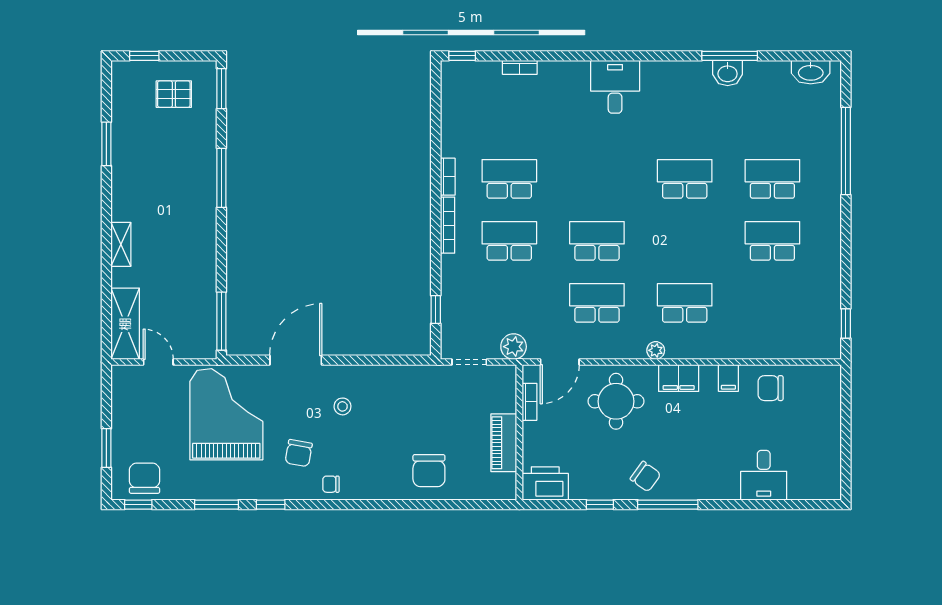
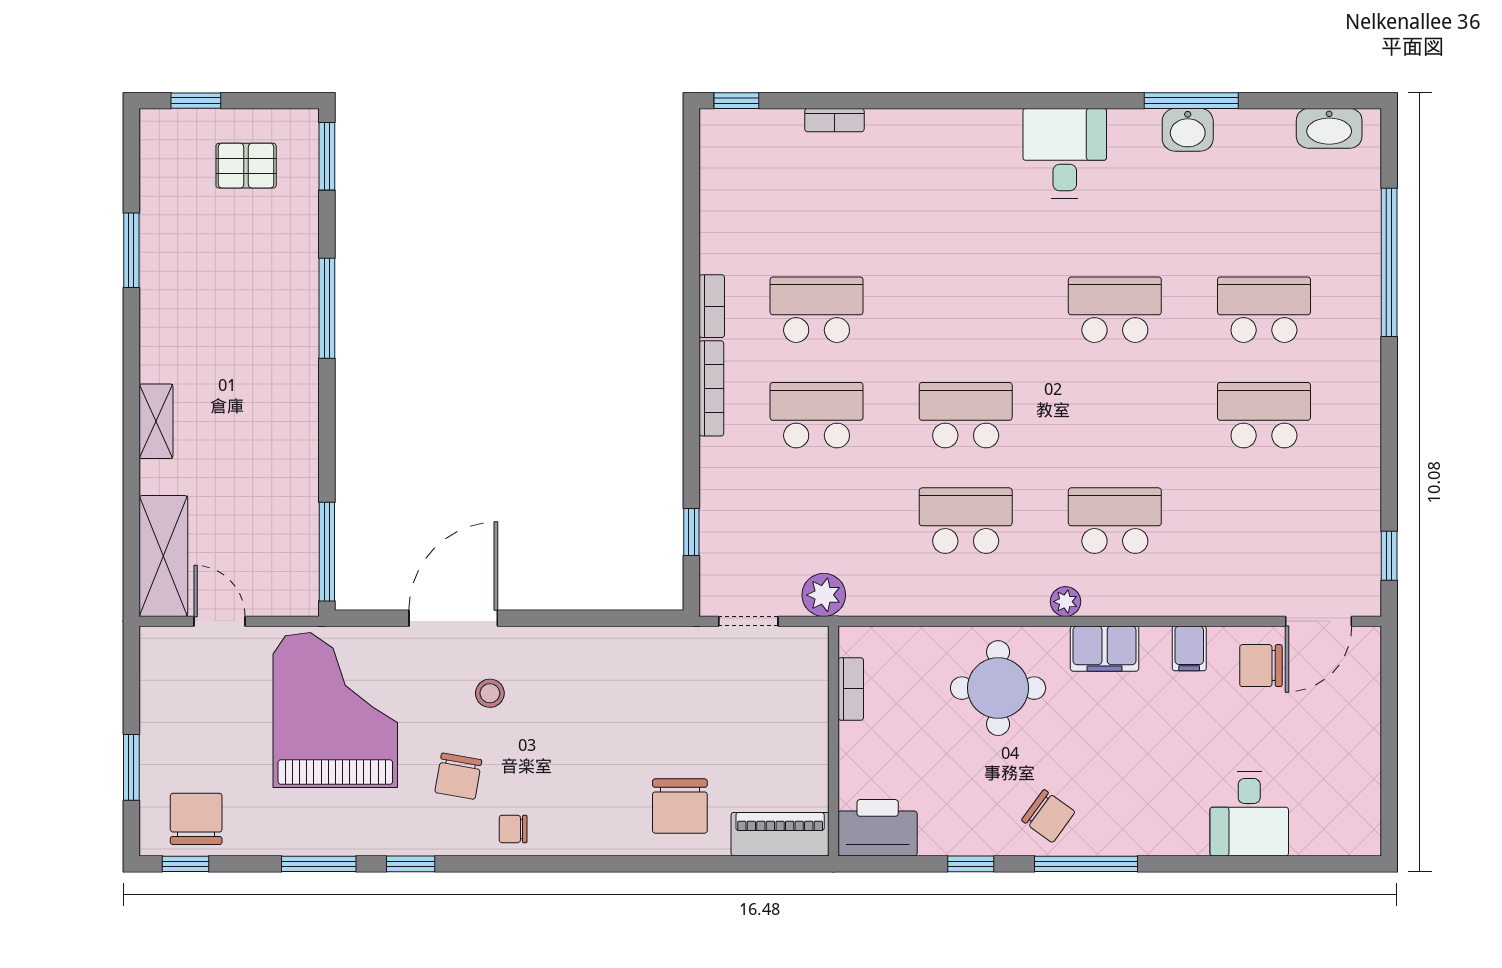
desk: (615, 87) -> (1065, 153), moved
door: (560, 362) -> (1318, 621), moved
stool: (343, 406) -> (490, 693), moved
piano: (504, 443) -> (780, 834), moved, turned 90

